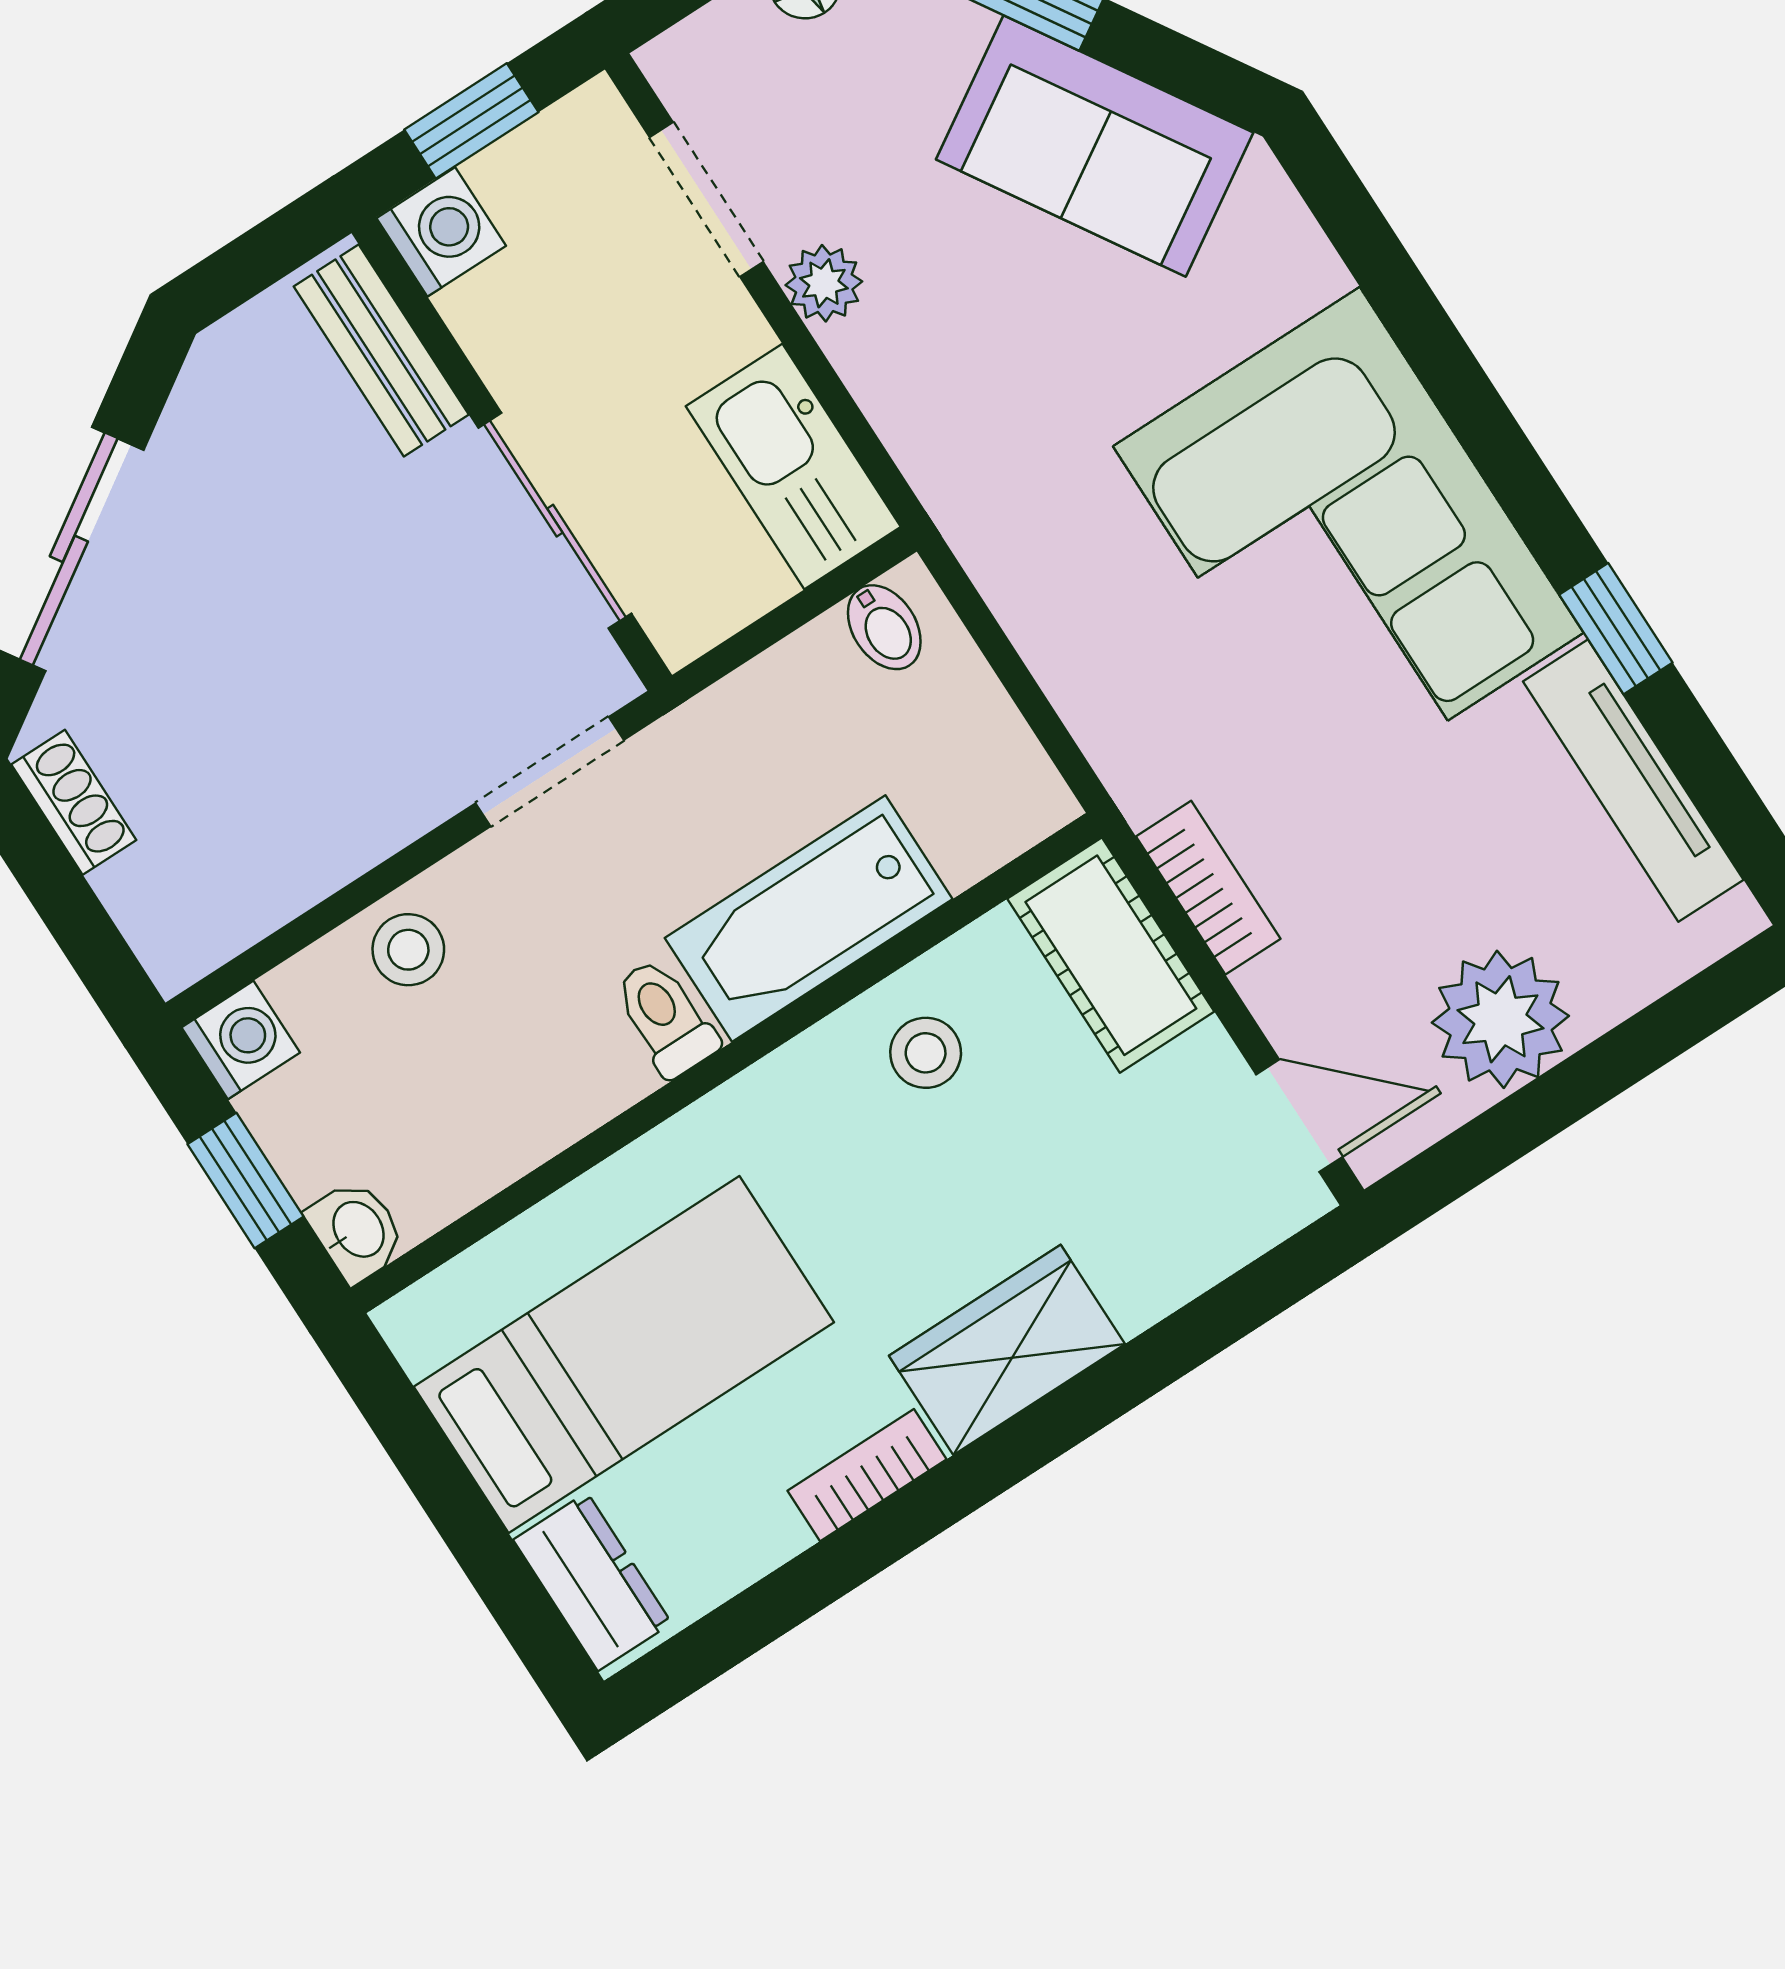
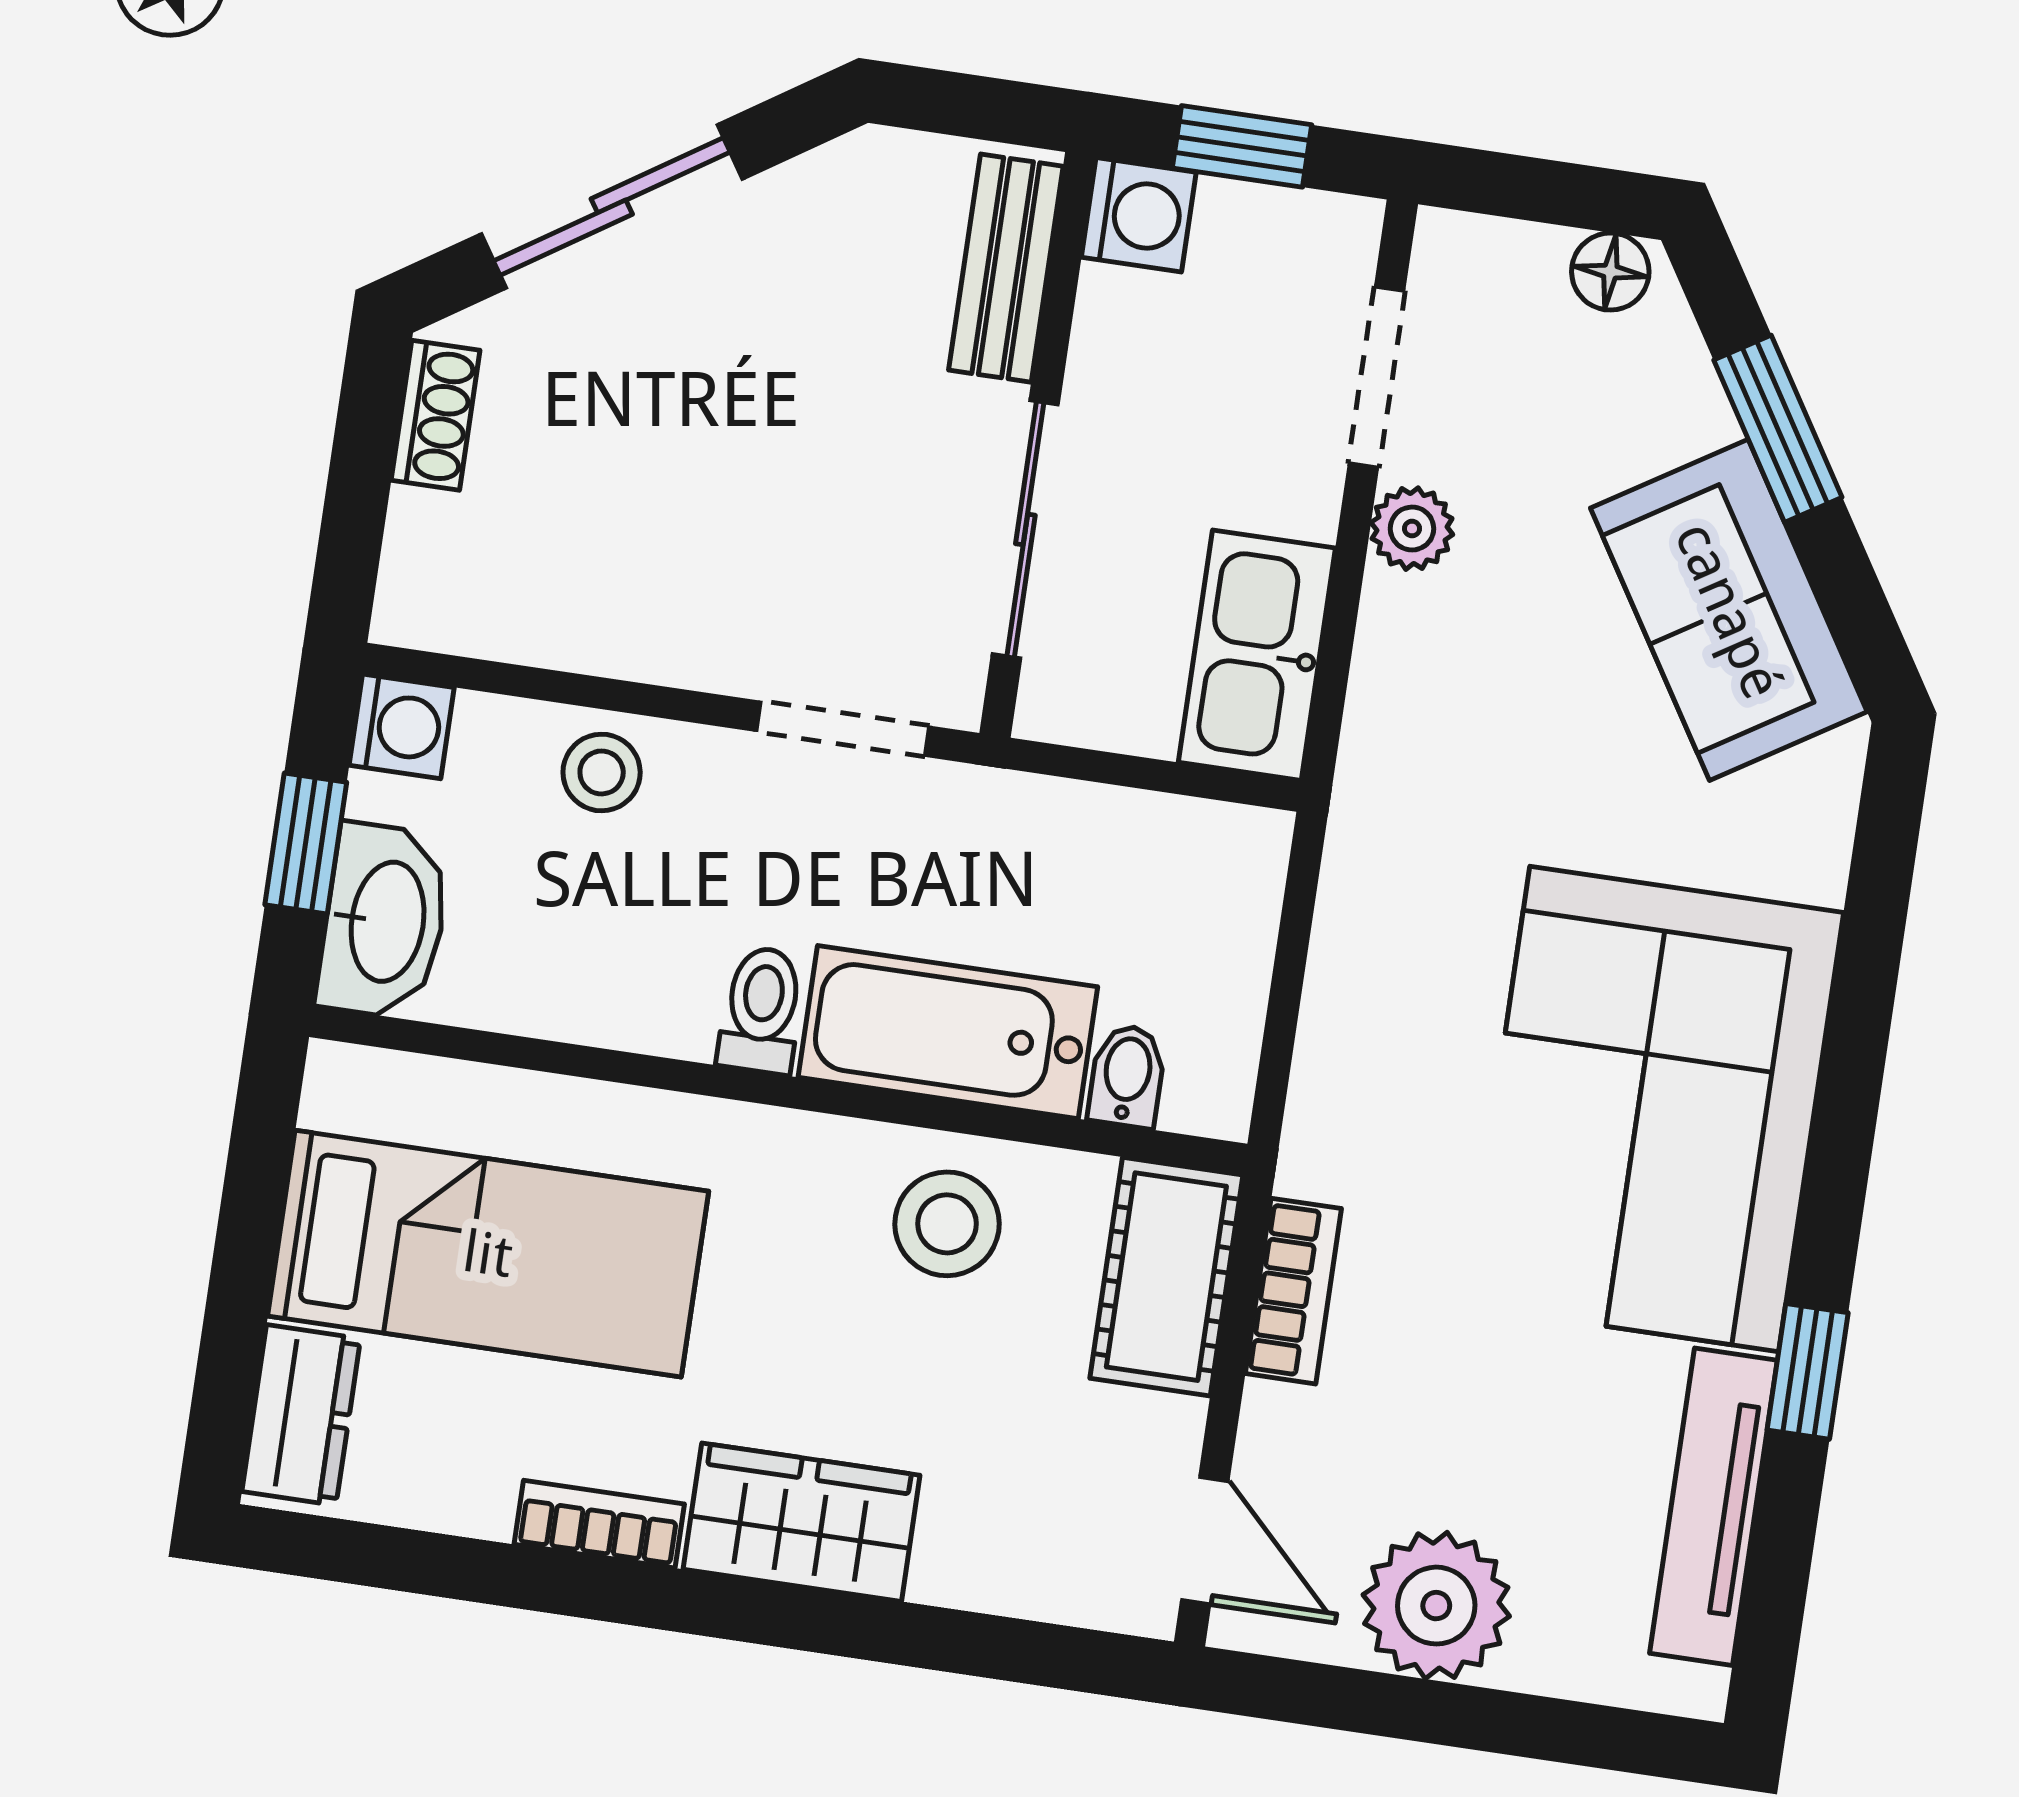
bidet: (884, 627) -> (1127, 1076), moved, turned 180
stool: (926, 1053) -> (947, 1224), width x1.37, depth x1.37
washbasin: (357, 1231) -> (384, 921), width x1.91, depth x1.45

